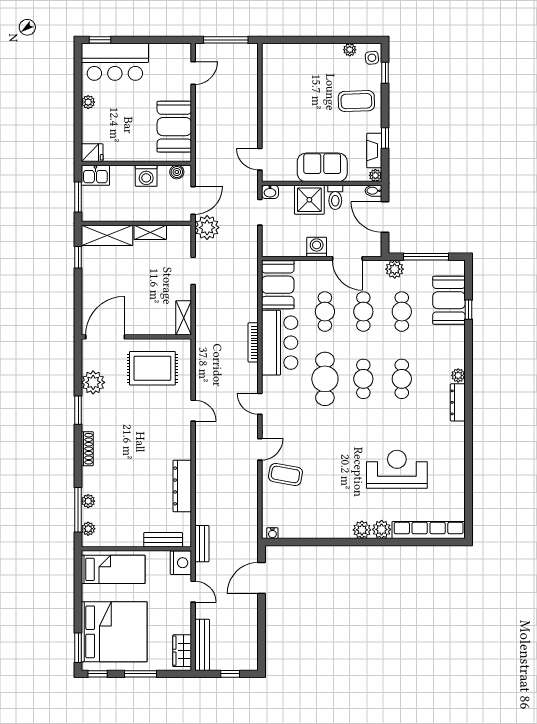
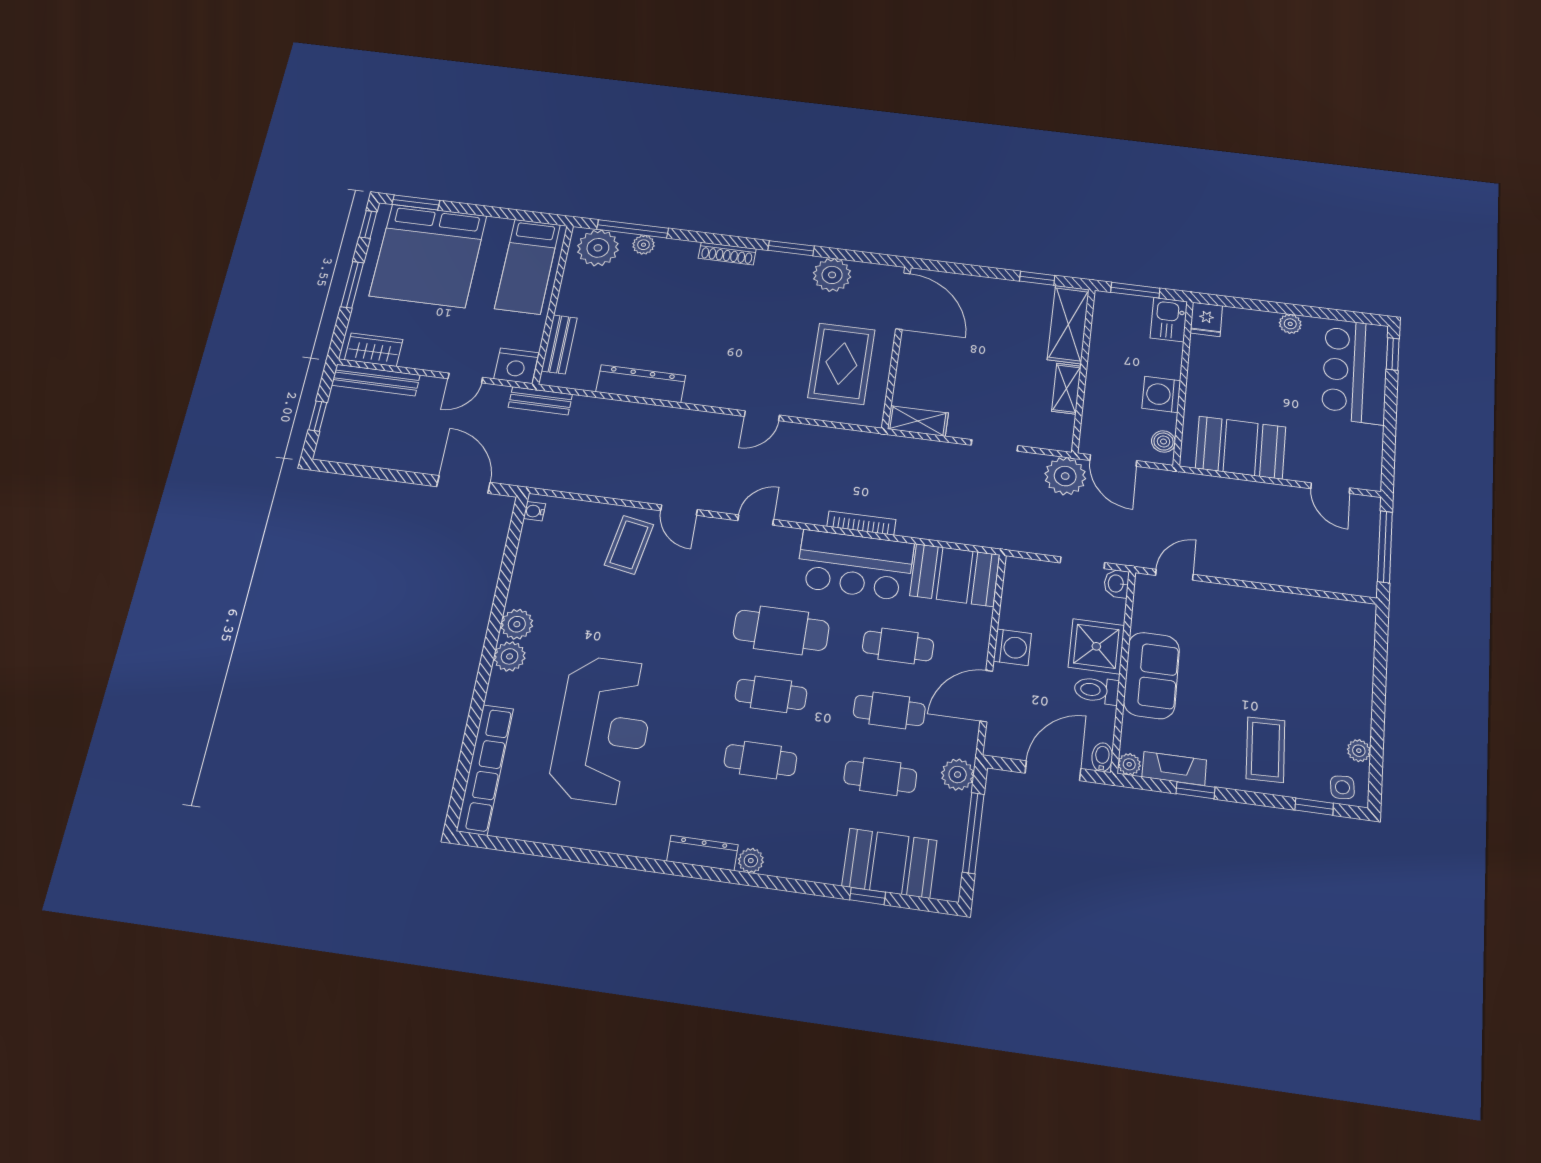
reception desk: (397, 469) -> (603, 730), width x1.36, depth x1.30
plant: (88, 529) -> (598, 248), width x1.87, depth x1.87
plant: (382, 529) -> (517, 624), moved

